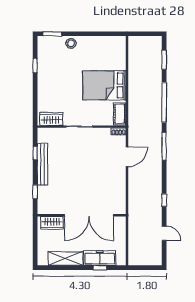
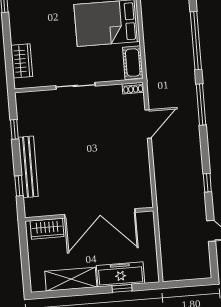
wardrobe: (51, 119) -> (22, 61), moved, turned 90
bench: (43, 164) -> (28, 167), moved

